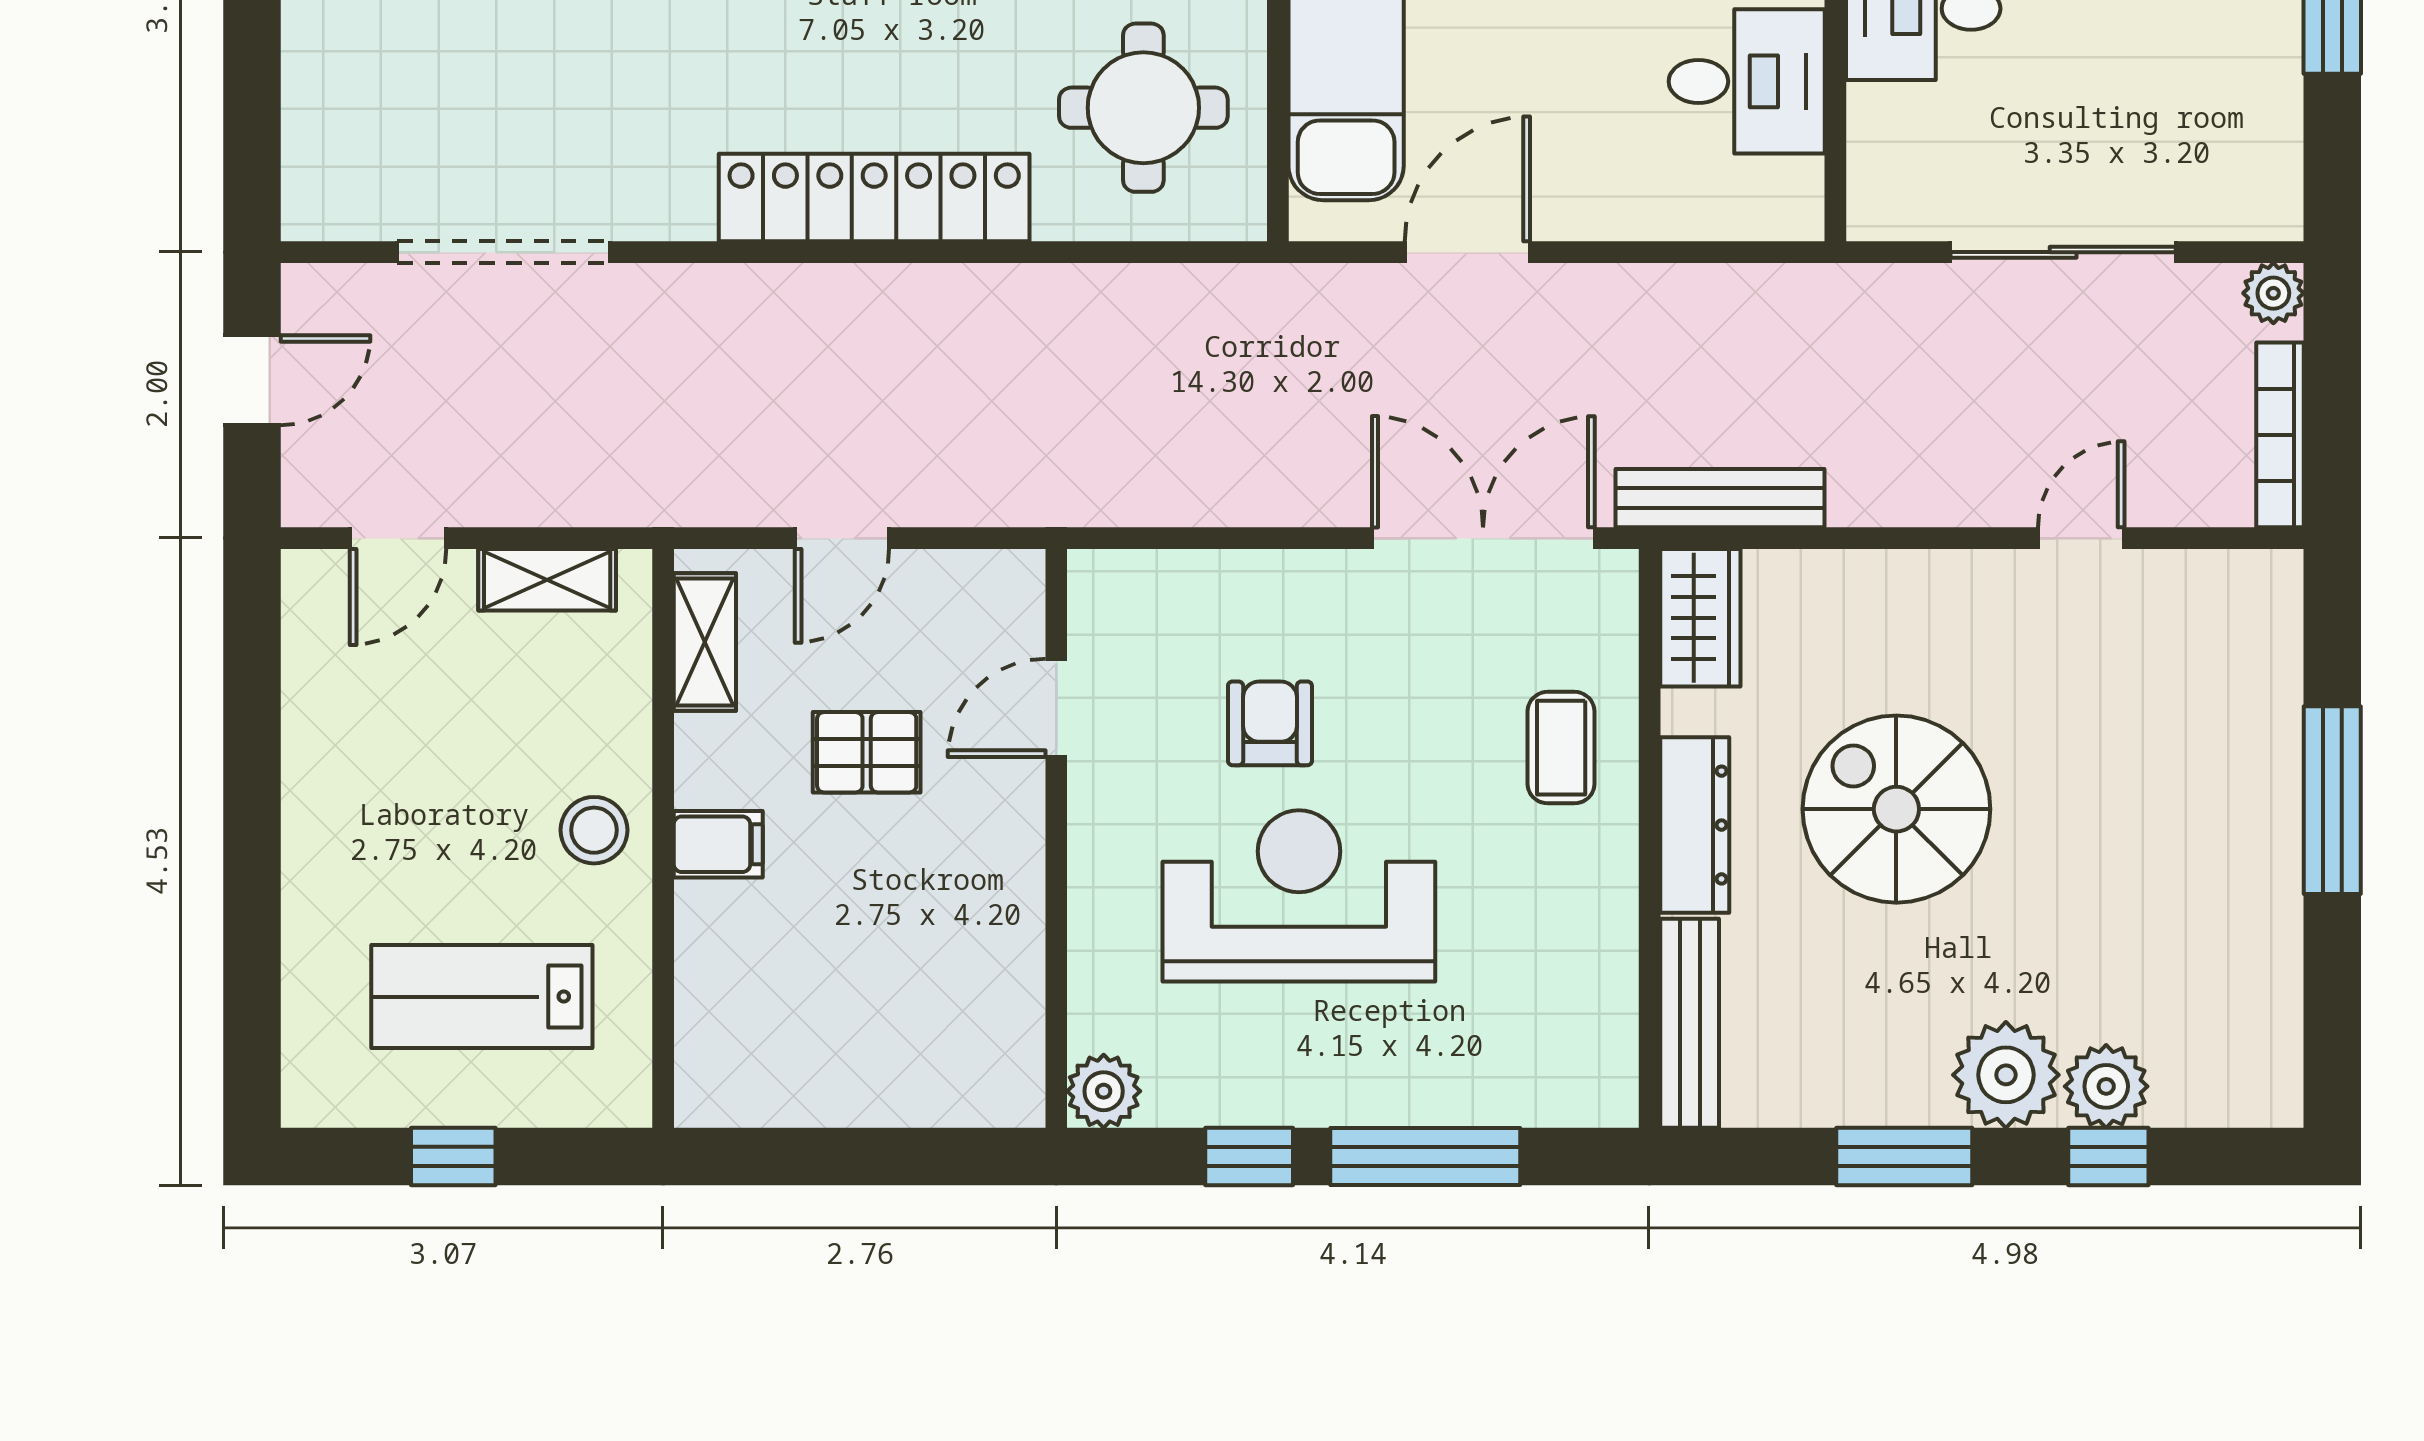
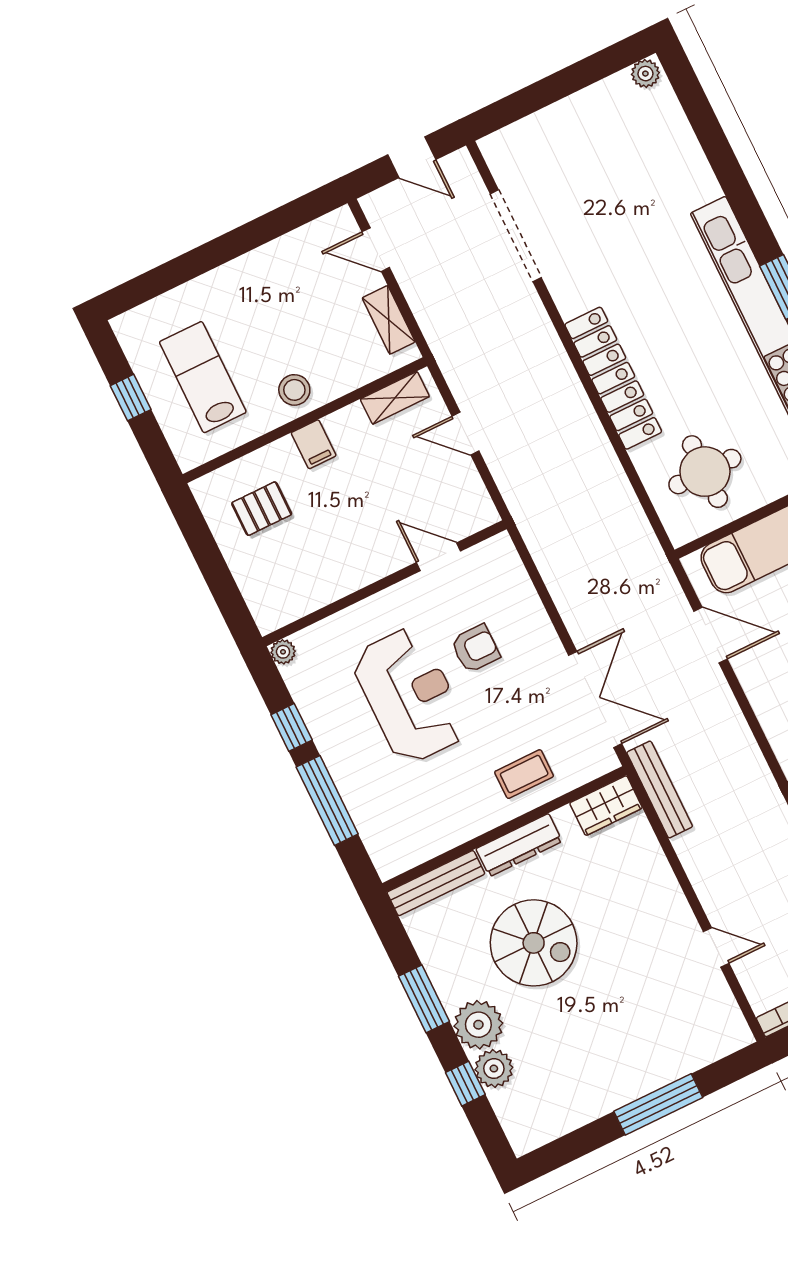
pallet: (867, 752) -> (262, 509), moved, turned 90
spiral stairs: (1896, 809) -> (534, 943), moved, turned 90
plant: (1104, 1091) -> (283, 652), width x0.73, depth x0.73

